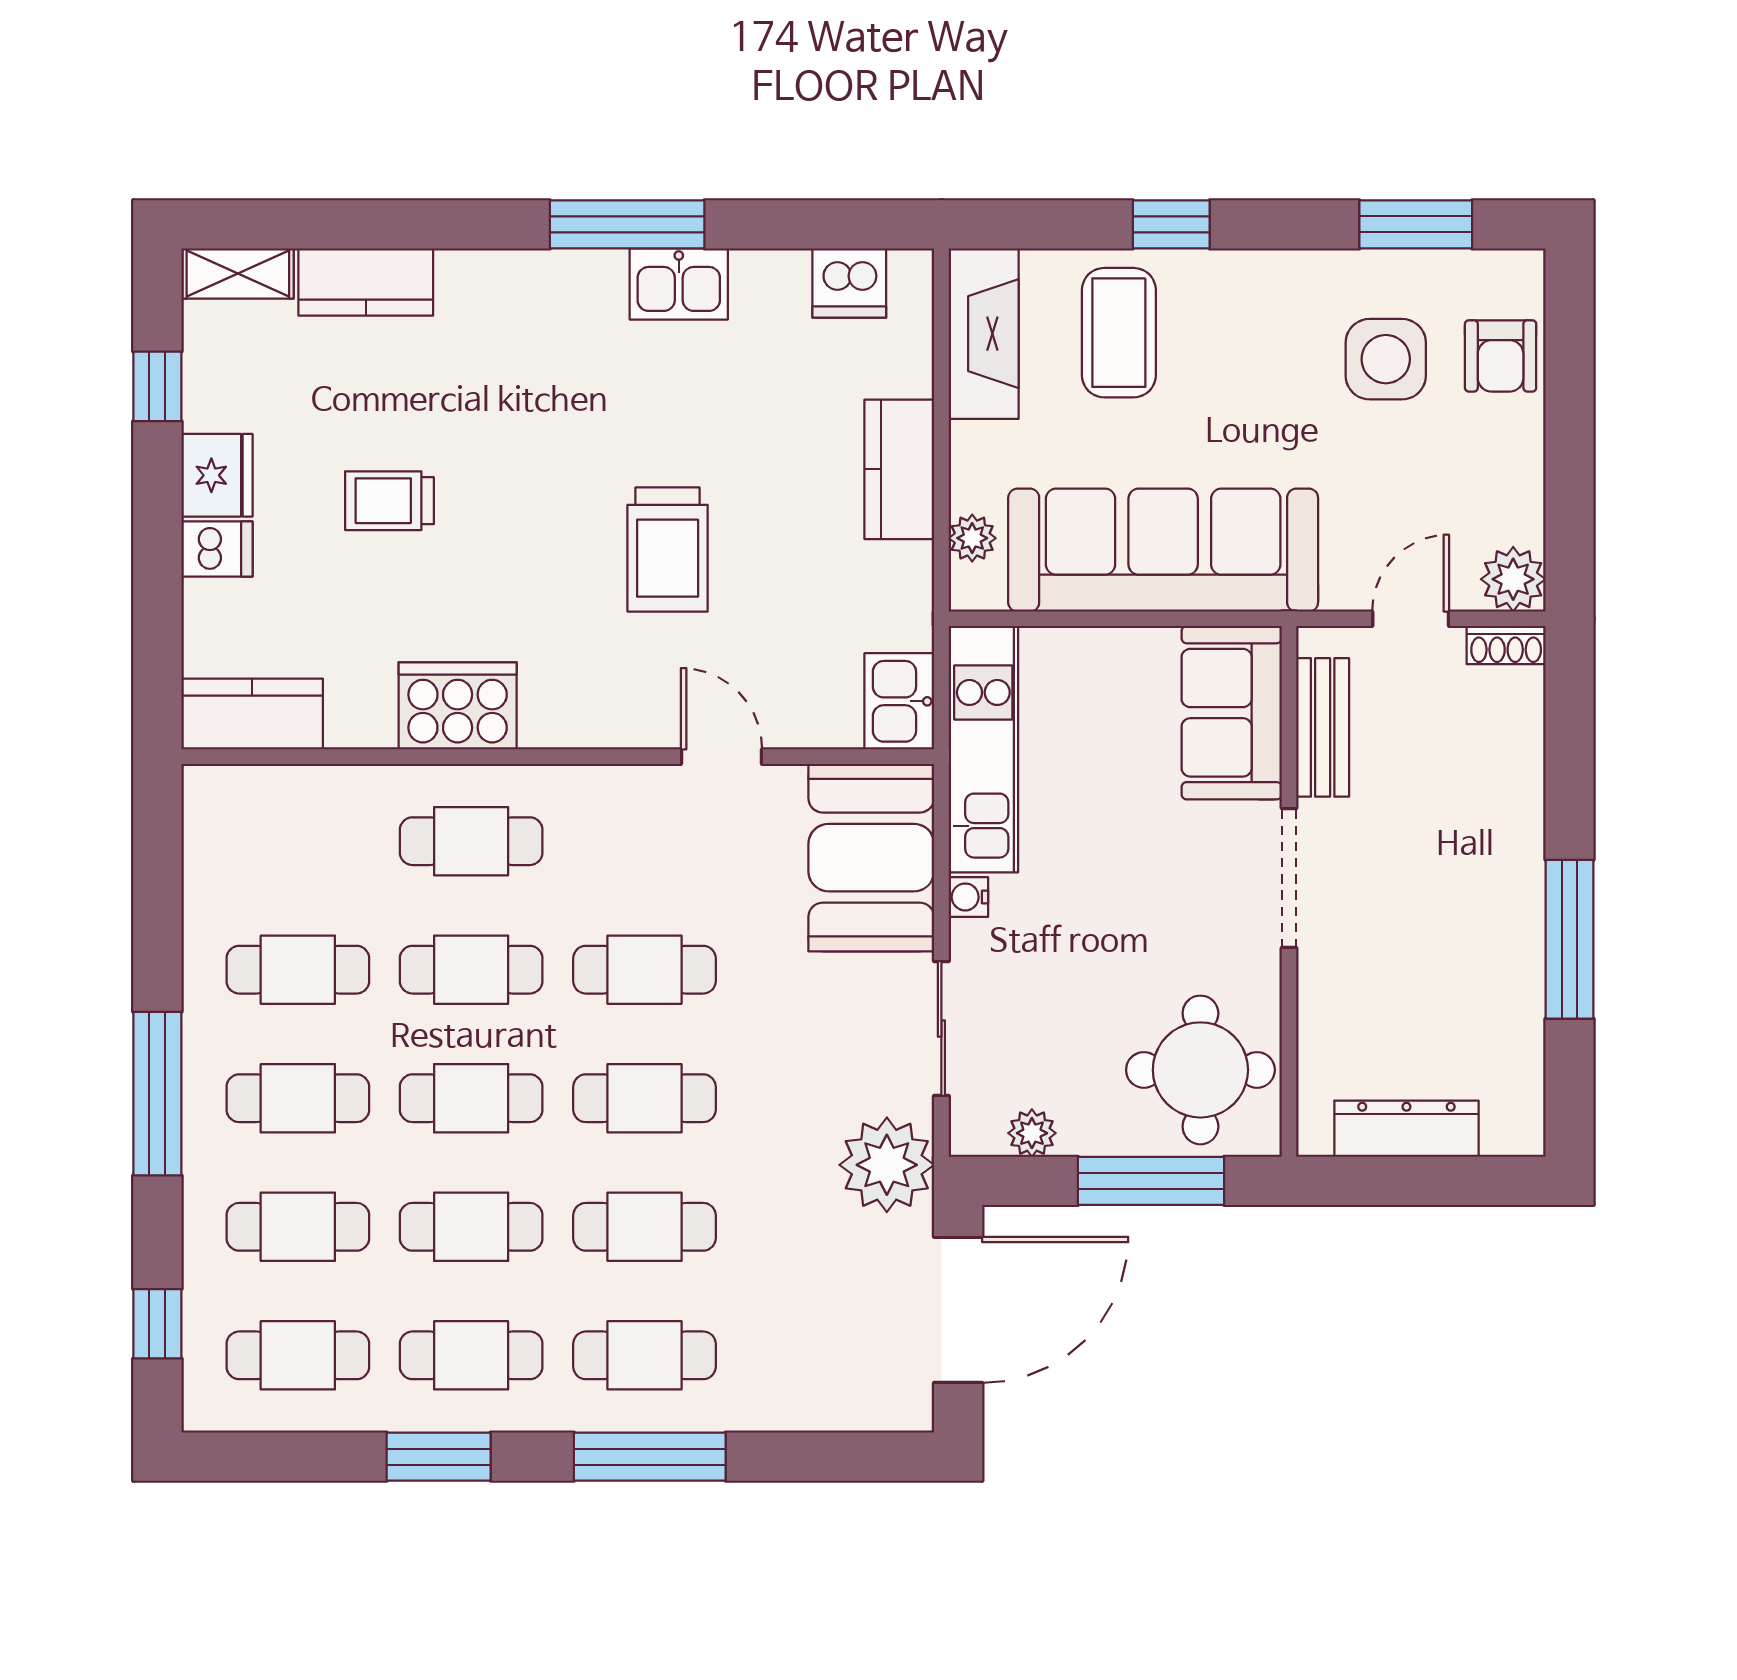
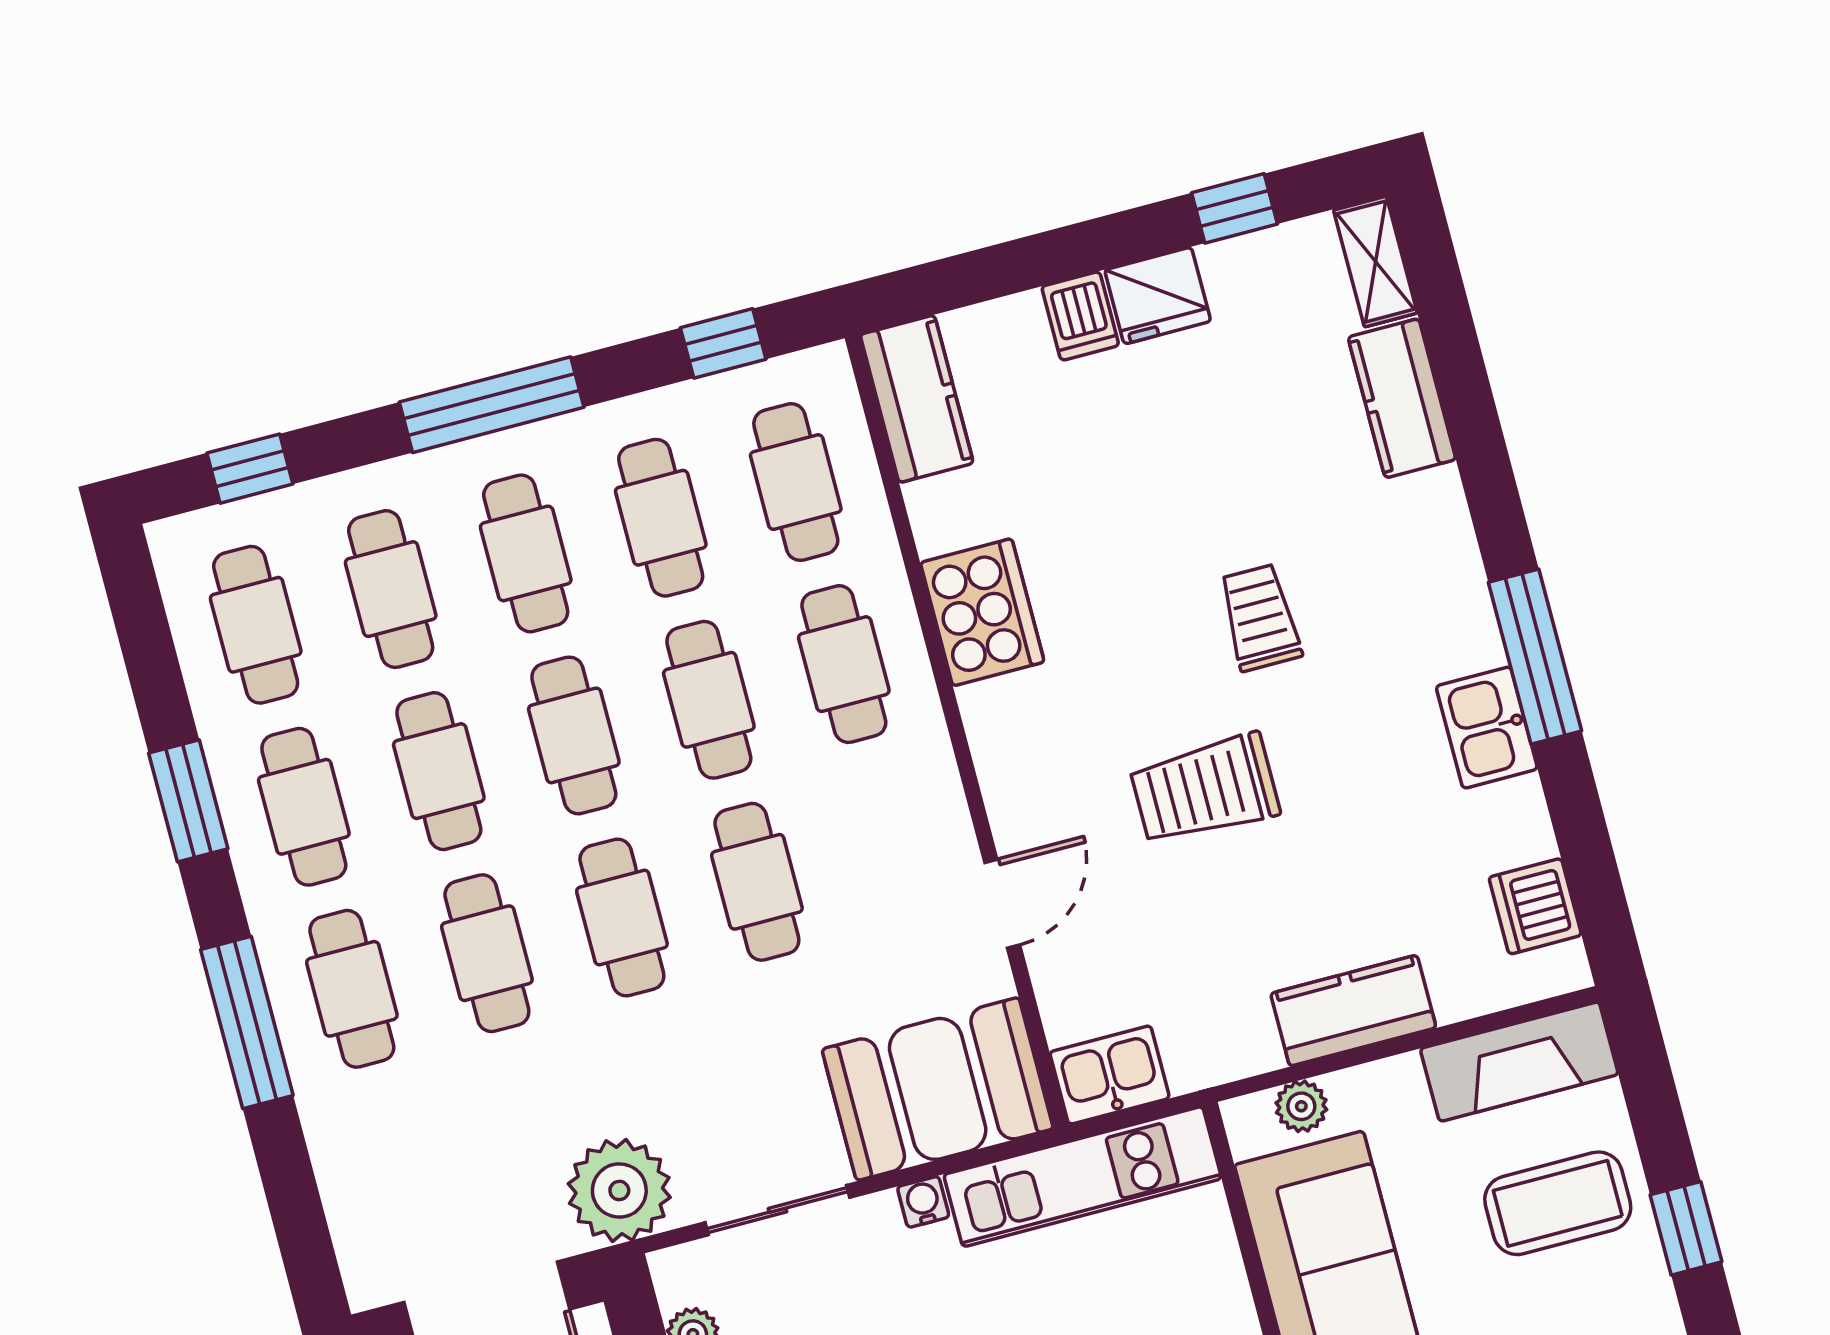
trolley: (389, 501) -> (1260, 618), moved
cafe table: (298, 841) -> (796, 482), added
window: (157, 873) -> (723, 343), added

